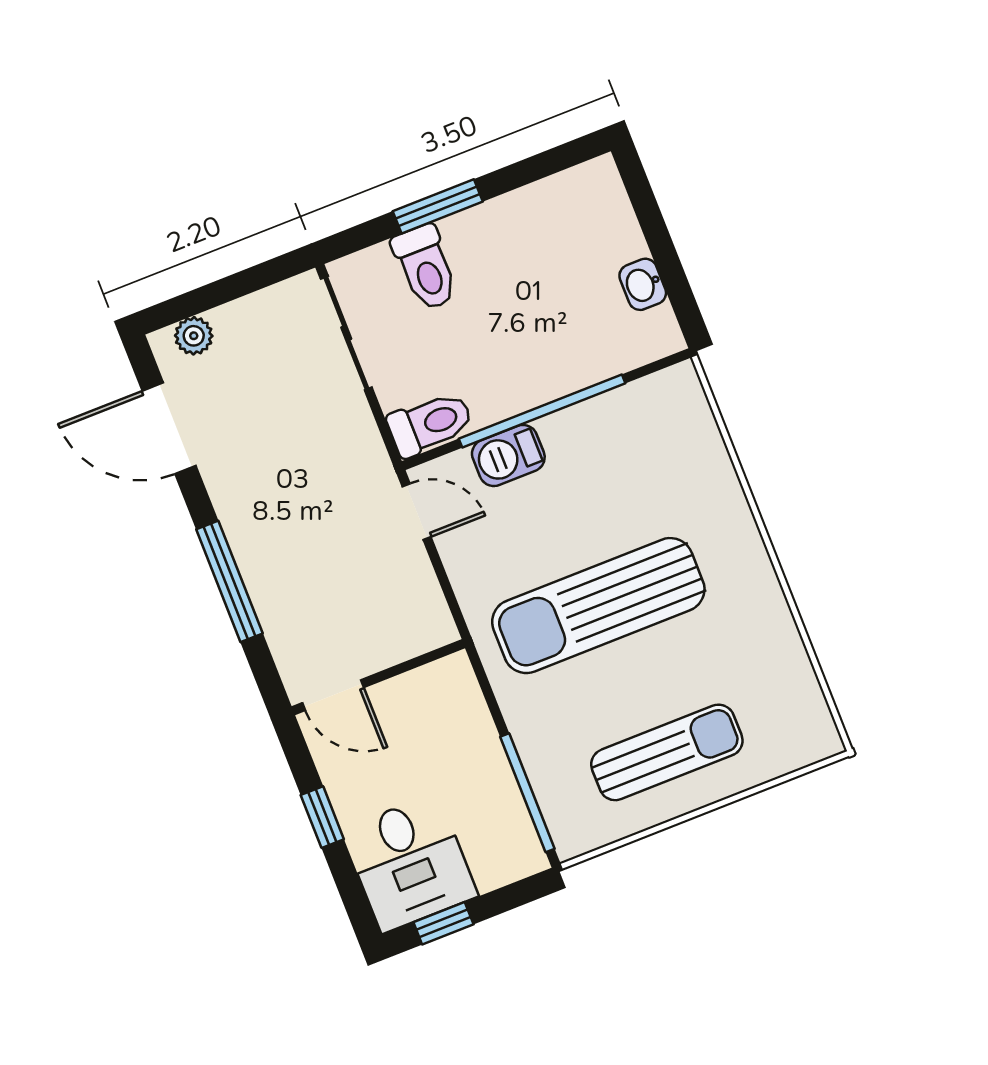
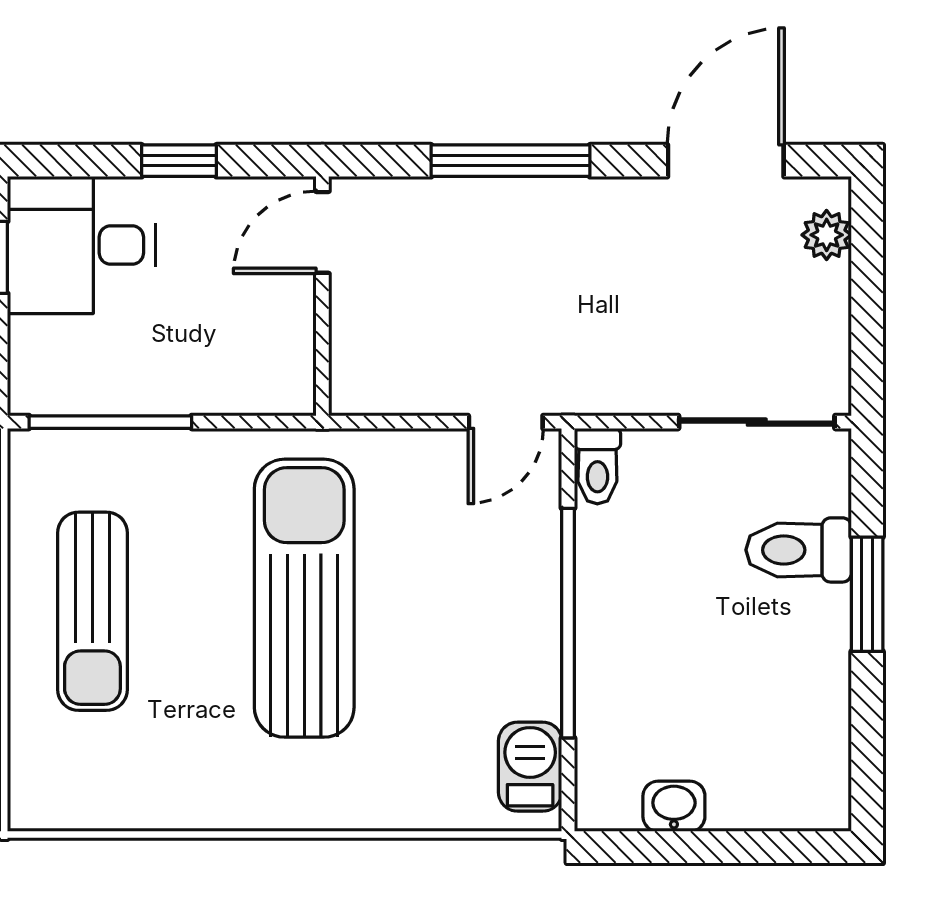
toilet: (430, 424) -> (597, 466), width x0.73, depth x0.72
barbecue: (508, 455) -> (530, 767), moved

